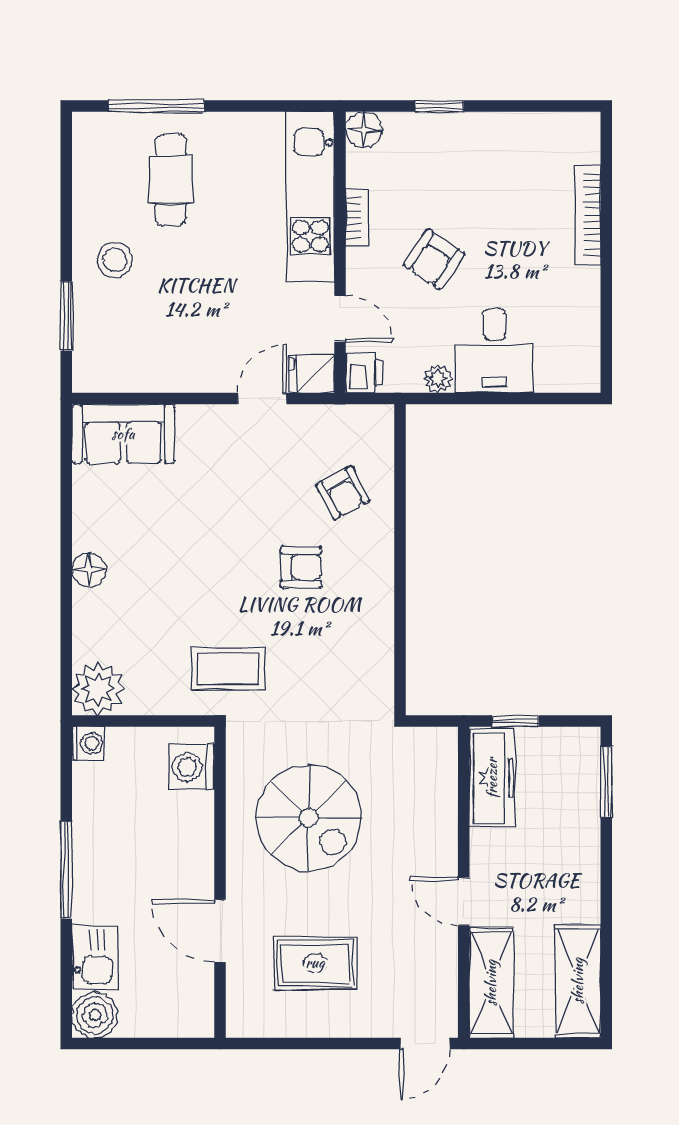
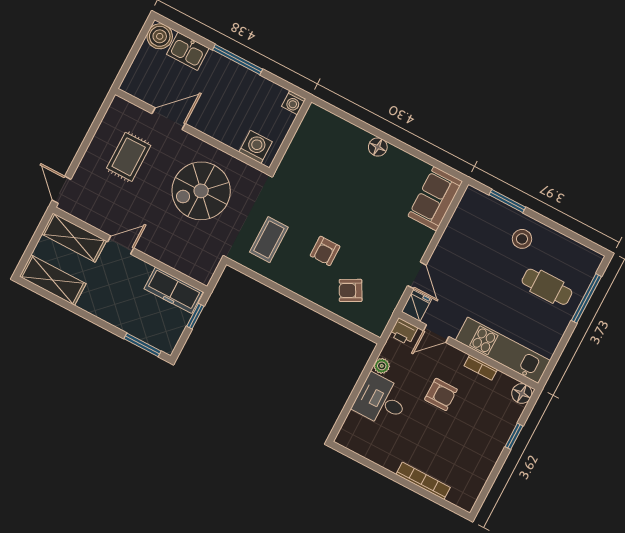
armchair: (434, 259) -> (441, 394), turned 146
coffee table: (228, 669) -> (269, 240), moved
plant: (98, 689) -> (317, 121), removed

